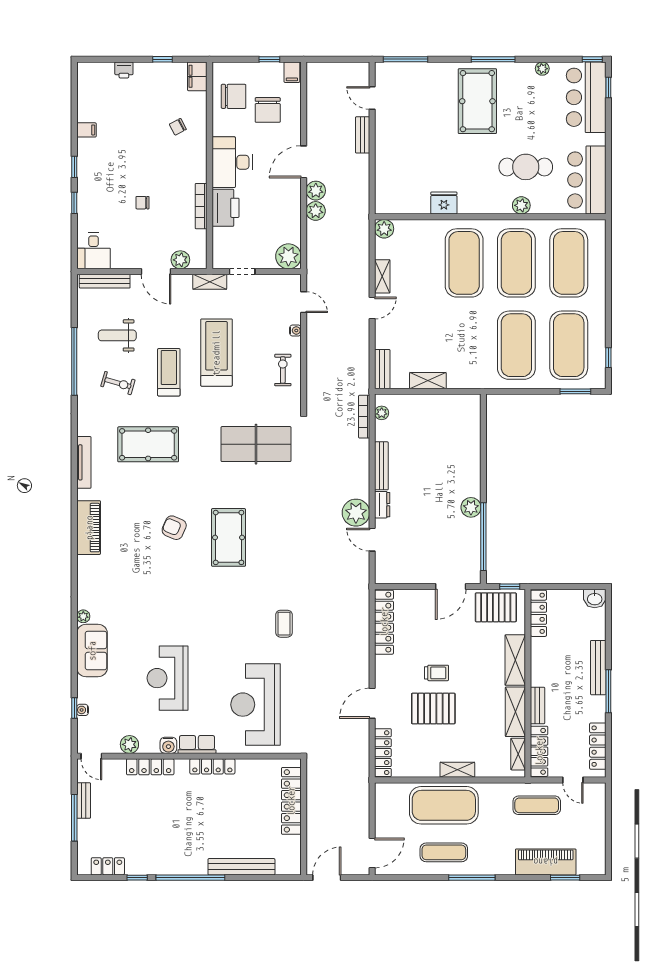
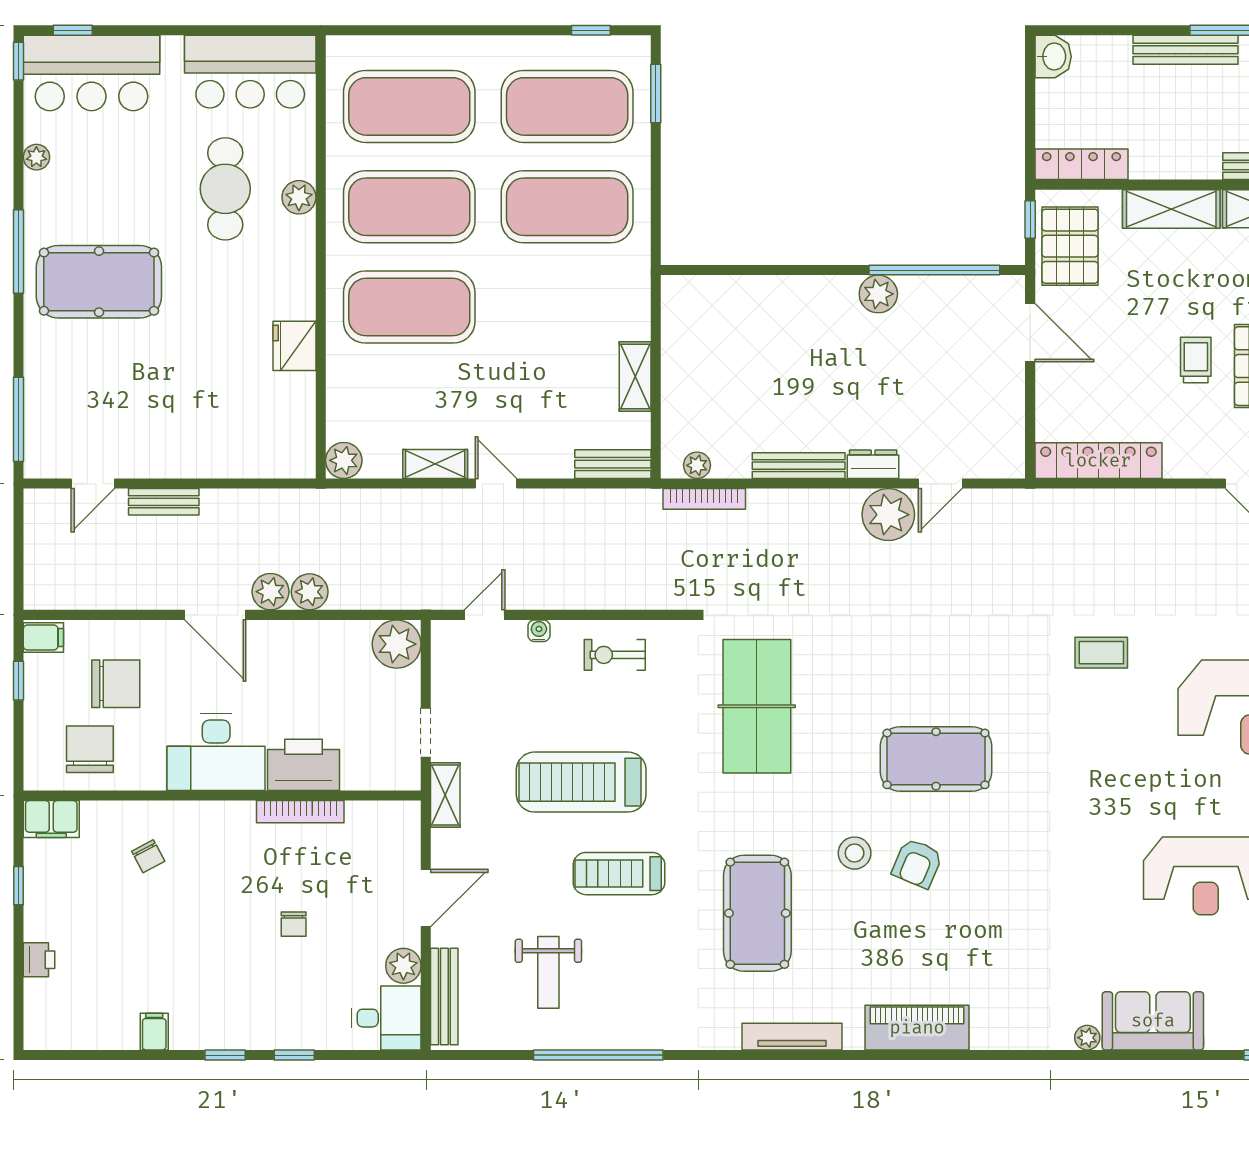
plant: (180, 260) -> (403, 966), moved
exercise bike: (118, 383) -> (640, 971), removed
stool: (179, 495) -> (855, 853), added

